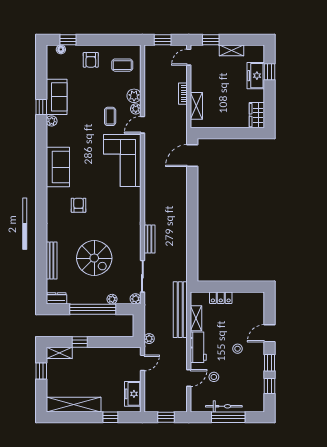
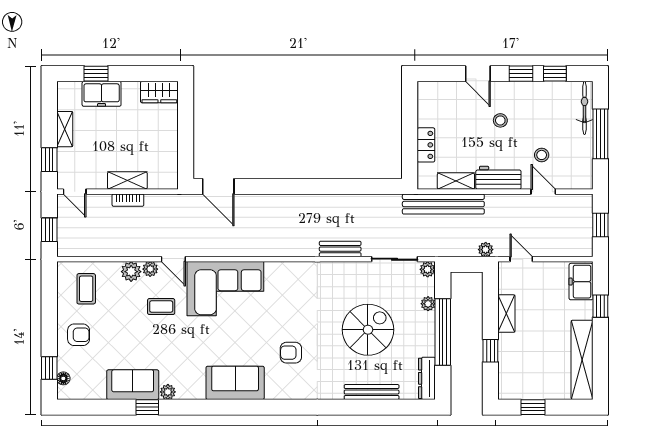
shelving: (196, 106) -> (127, 181), moved
dresser: (56, 298) -> (427, 378), width x1.44
shelving: (59, 353) -> (506, 314), moved
freezer: (133, 394) -> (581, 282), moved, turned 90
bicycle: (224, 406) -> (585, 108), moved

